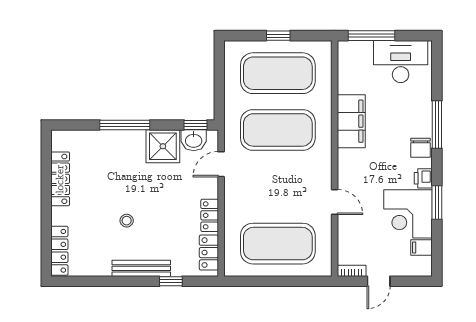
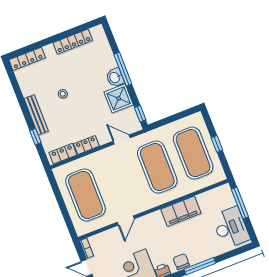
washbasin: (194, 140) -> (115, 77), moved
chair: (421, 148) -> (181, 262), turned 90

